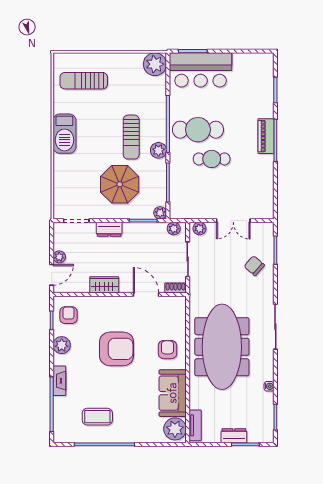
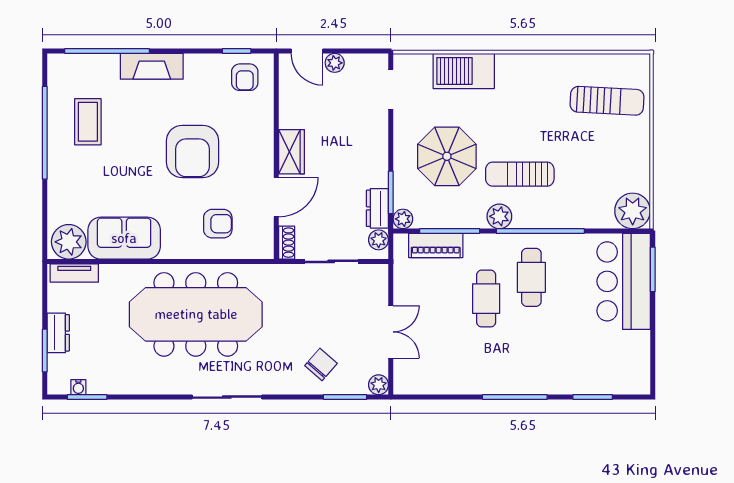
sun lounger: (84, 81) -> (607, 101), turned 93
cafe table: (198, 130) -> (531, 277), width x0.73, depth x0.74
barbecue: (64, 134) -> (464, 71), moved
piano: (266, 136) -> (436, 245), moved, turned 180
double door: (233, 221) -> (391, 332), swing flipped
dresser: (109, 229) -> (377, 208), moved
plant: (200, 229) -> (379, 385), moved
wardrobe: (104, 285) -> (291, 152), moved
armchair: (68, 315) -> (245, 77), turned 90
plant: (62, 345) -> (198, 67), removed
armchair: (167, 350) -> (218, 224), moved
fireplace: (59, 381) -> (152, 66), width x1.37, depth x1.32
water cooler: (269, 386) -> (78, 387), moved

